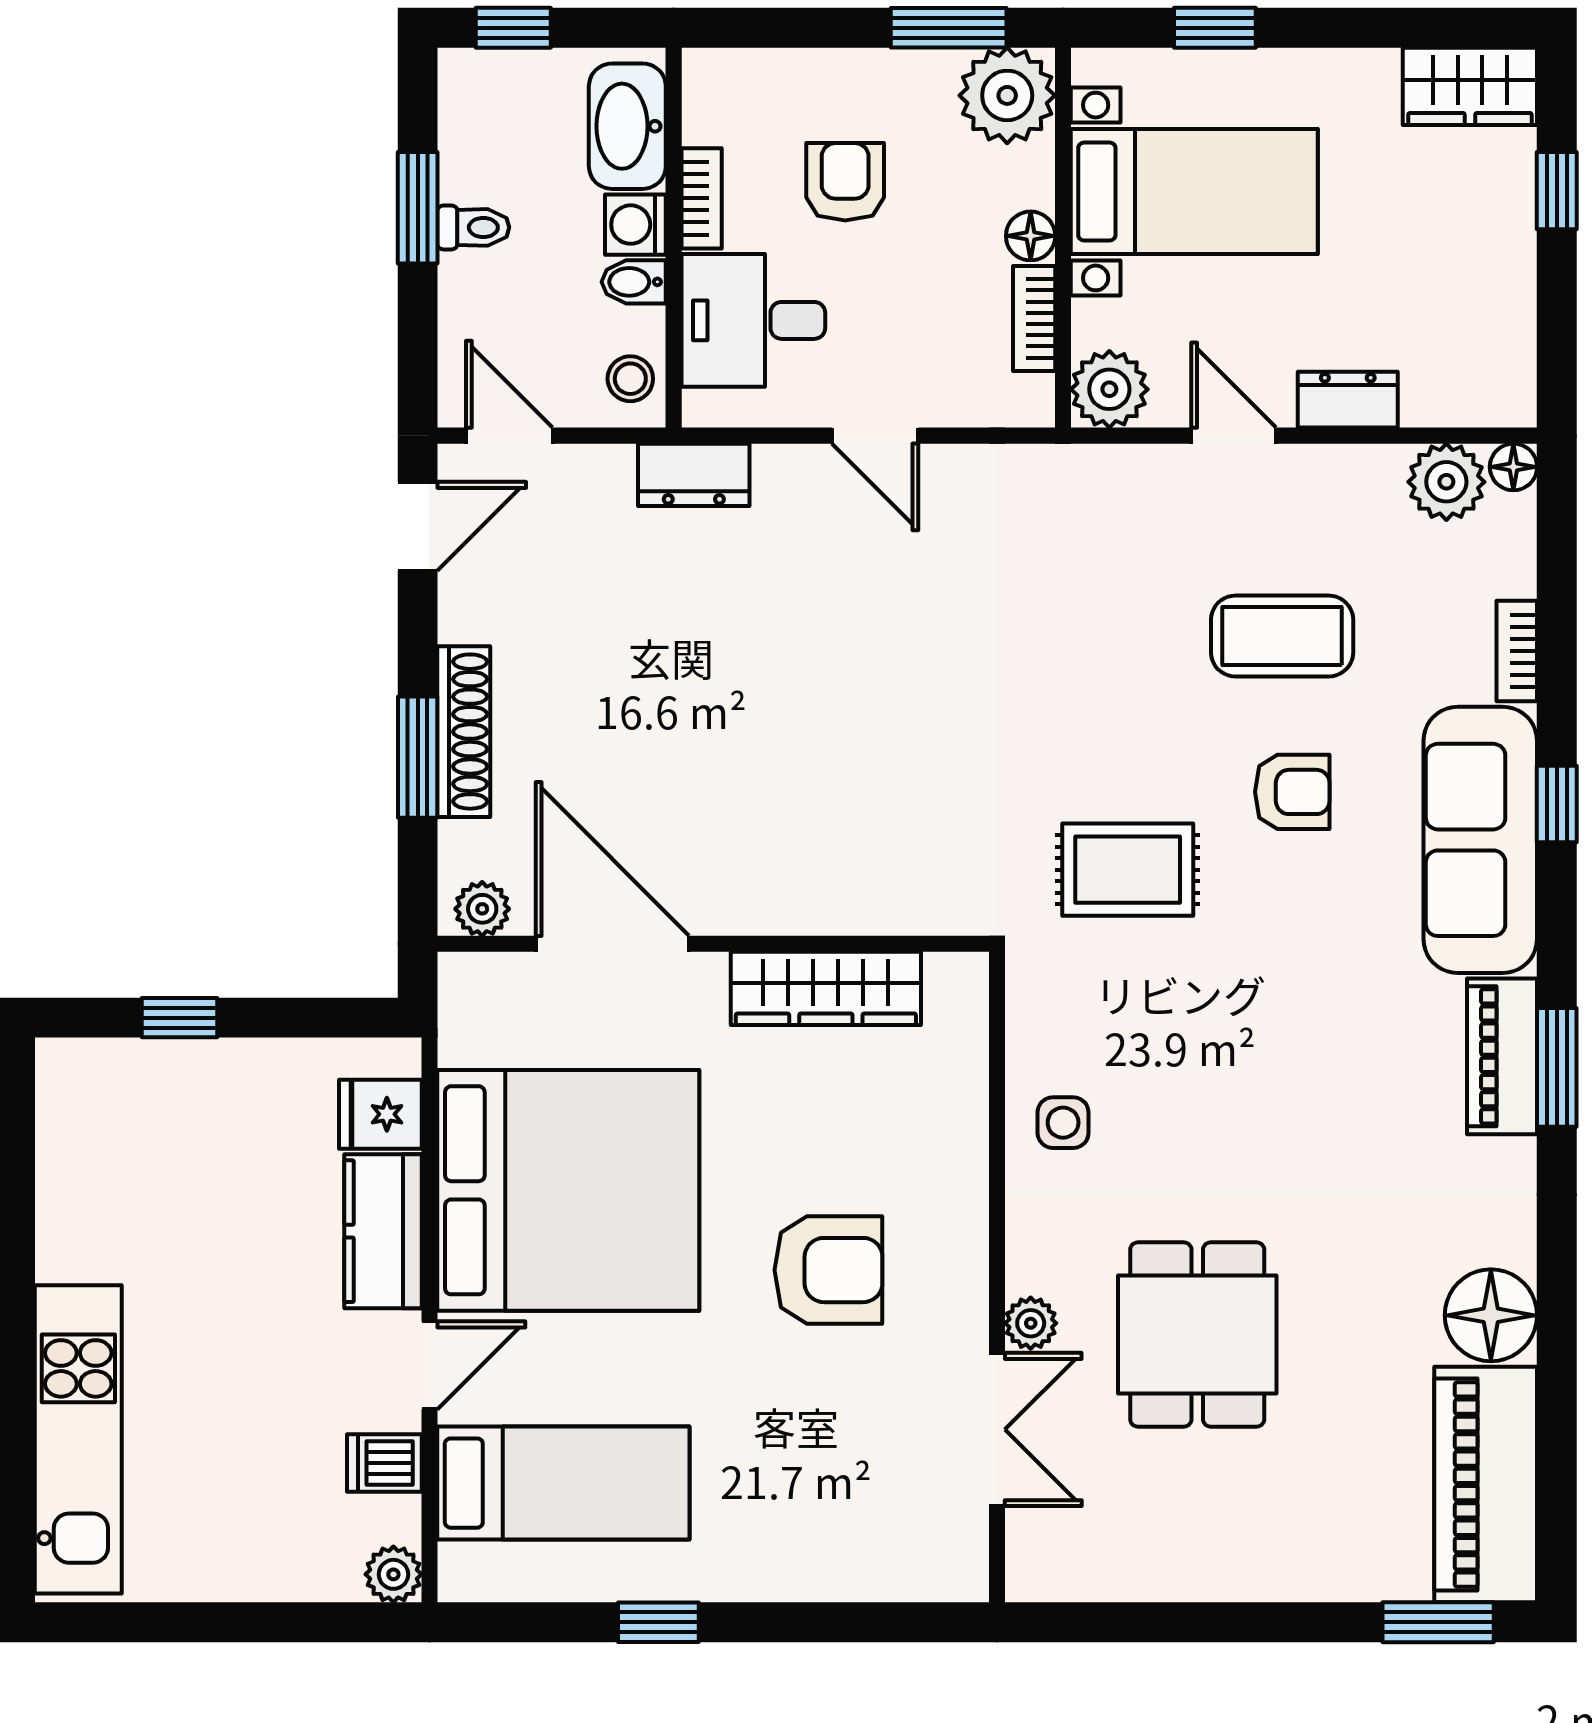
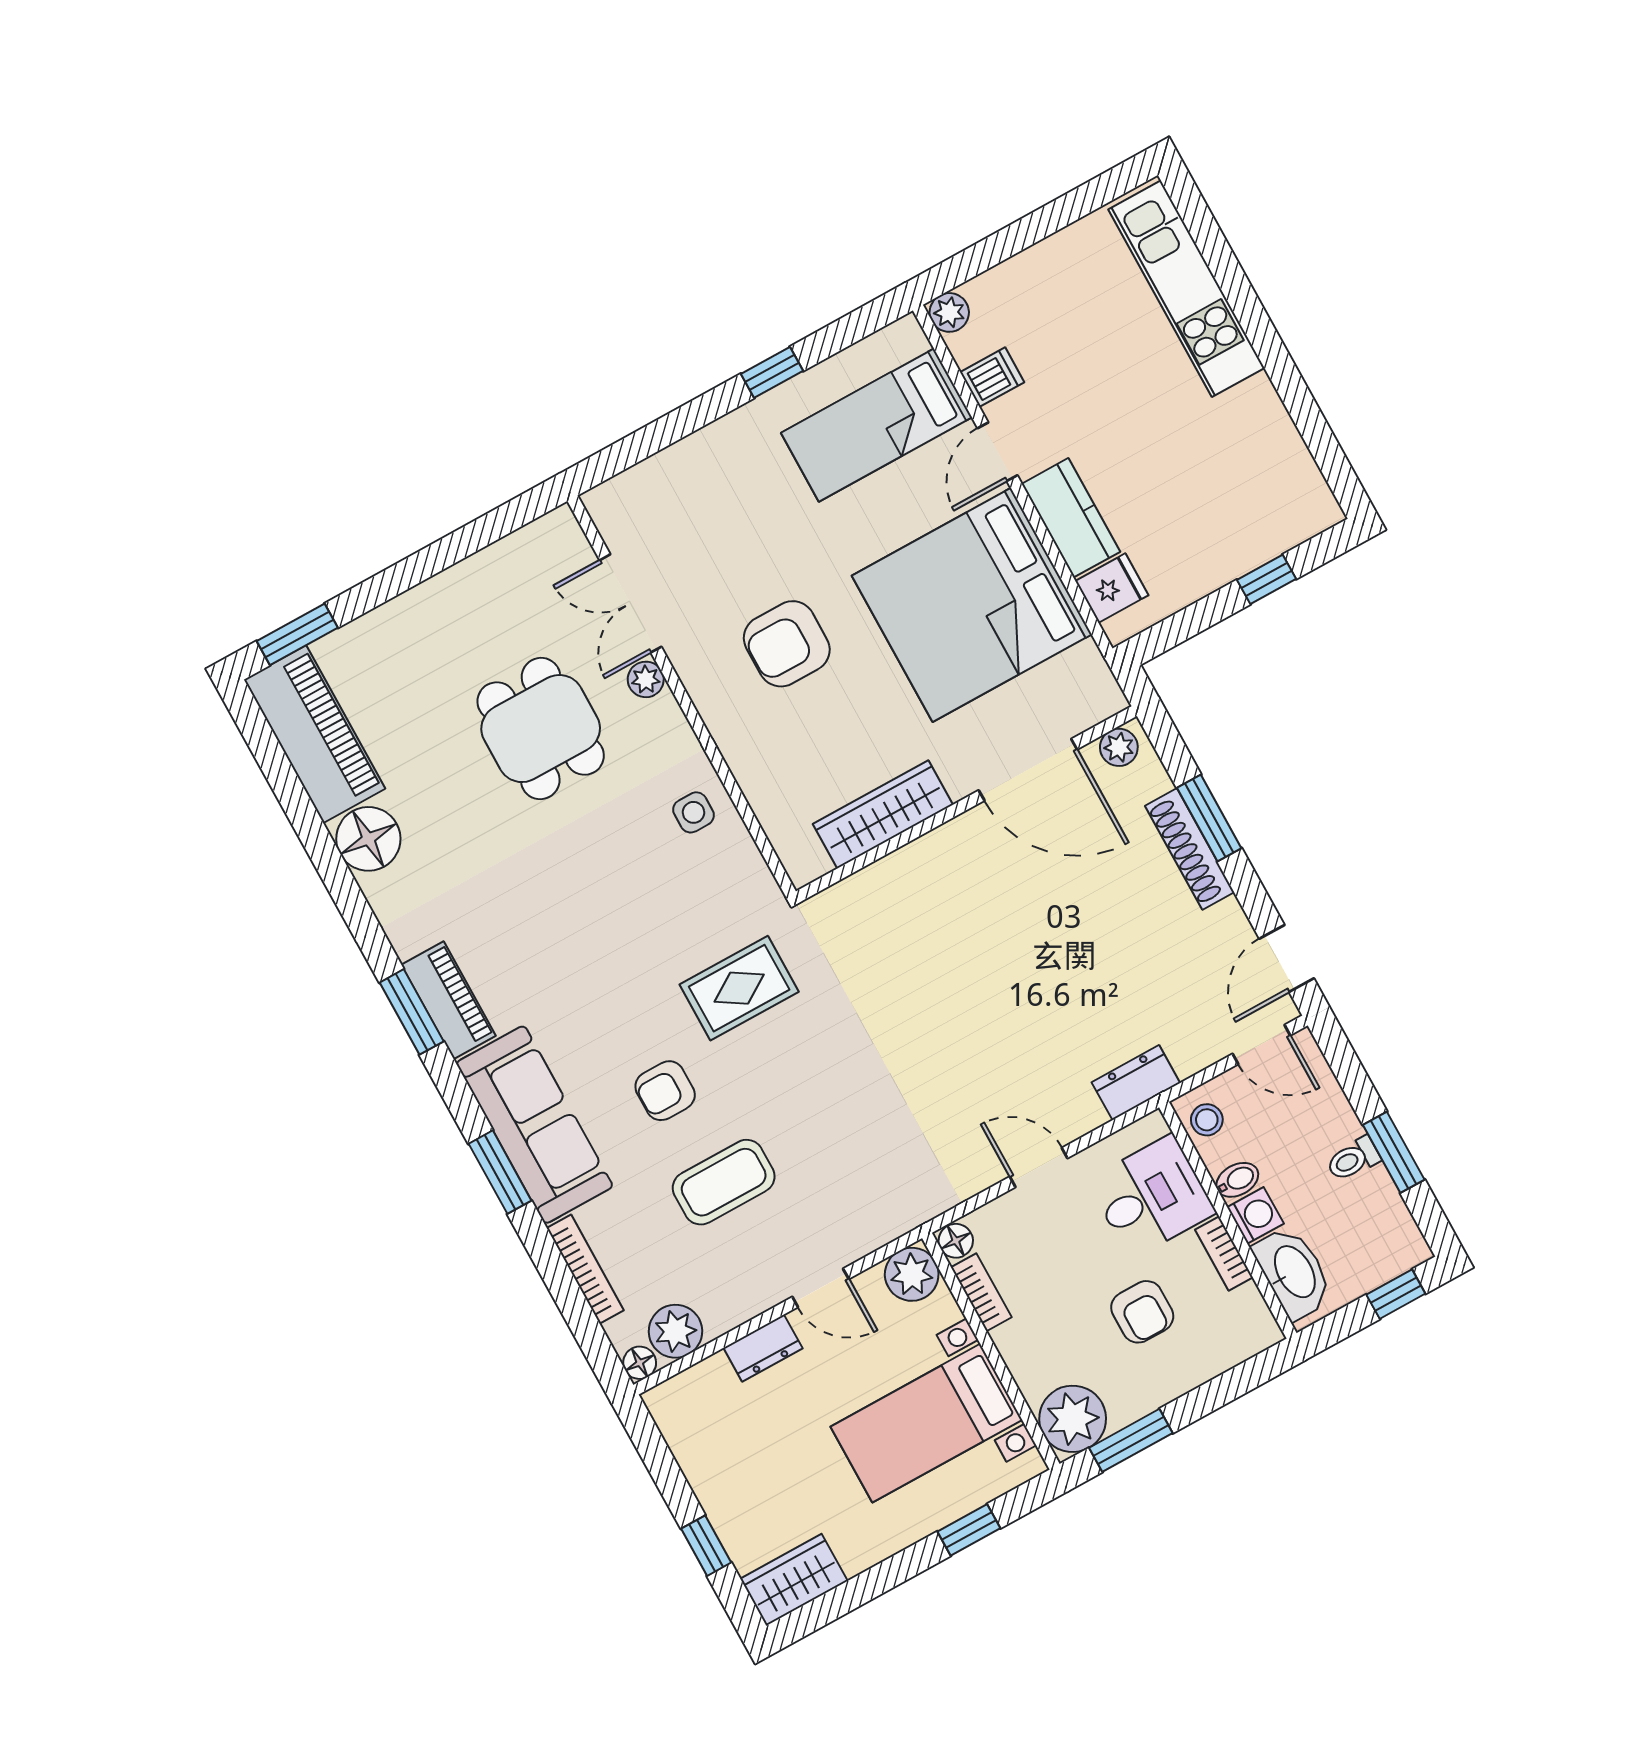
floor lamp: (1031, 236) -> (956, 1241), moved
bookcase: (1517, 651) -> (585, 1269), width x1.56
window: (1557, 804) -> (500, 1172), width x1.50

